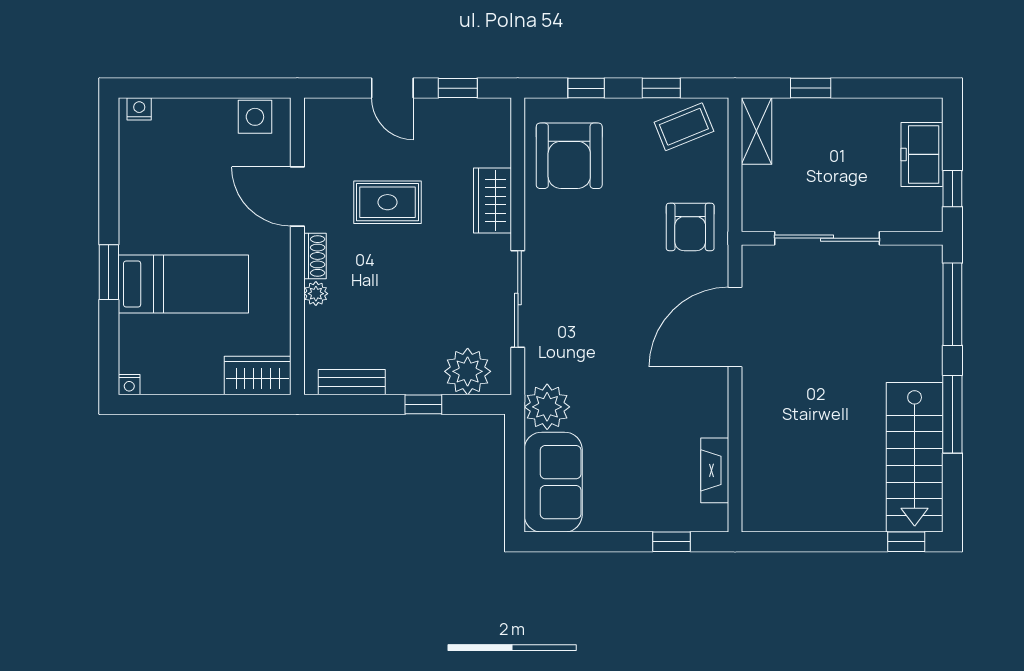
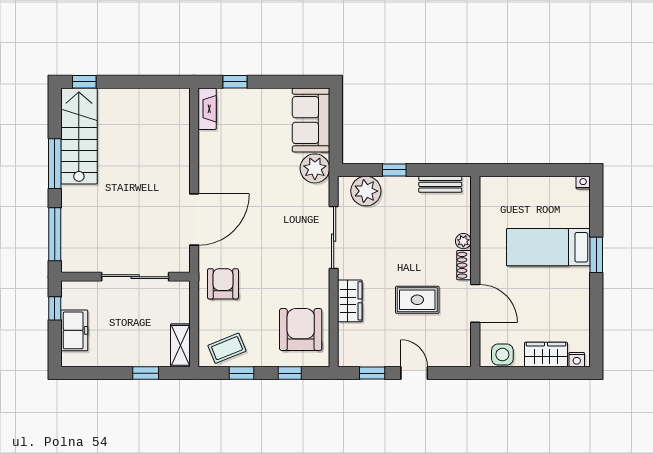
wardrobe: (258, 375) -> (546, 354), moved, turned 180
fireplace: (715, 470) -> (207, 109), moved

